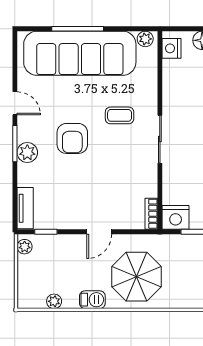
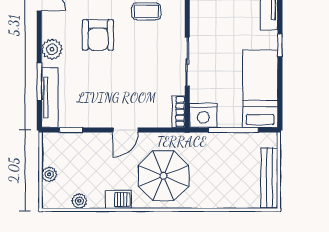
sliding door: (160, 139) -> (187, 62), moved
window: (15, 144) -> (39, 82), moved
tv unit: (25, 208) -> (50, 97), width x1.41
plant: (25, 247) -> (49, 174), moved

